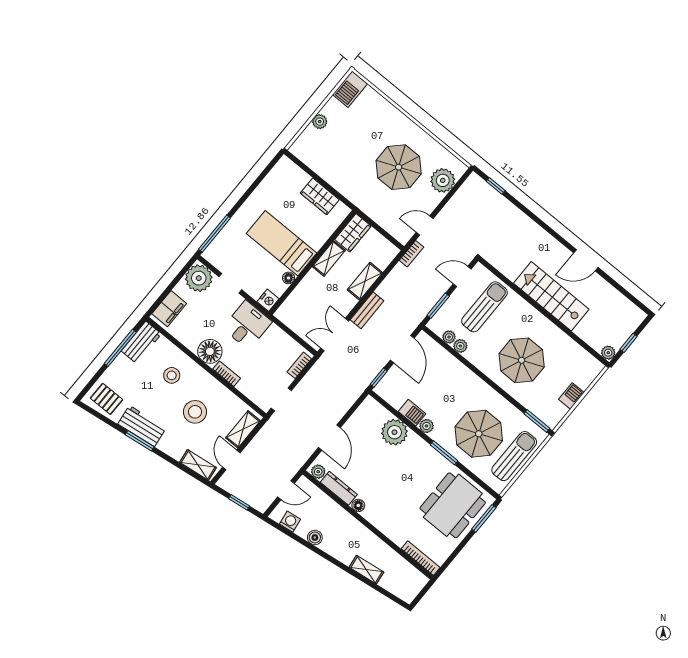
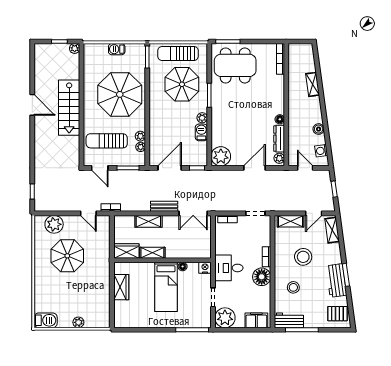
parasol: (522, 360) -> (120, 94), width x1.36, depth x1.36
pallet: (106, 399) -> (337, 314), turned 90
plant: (394, 432) -> (221, 156), moved

